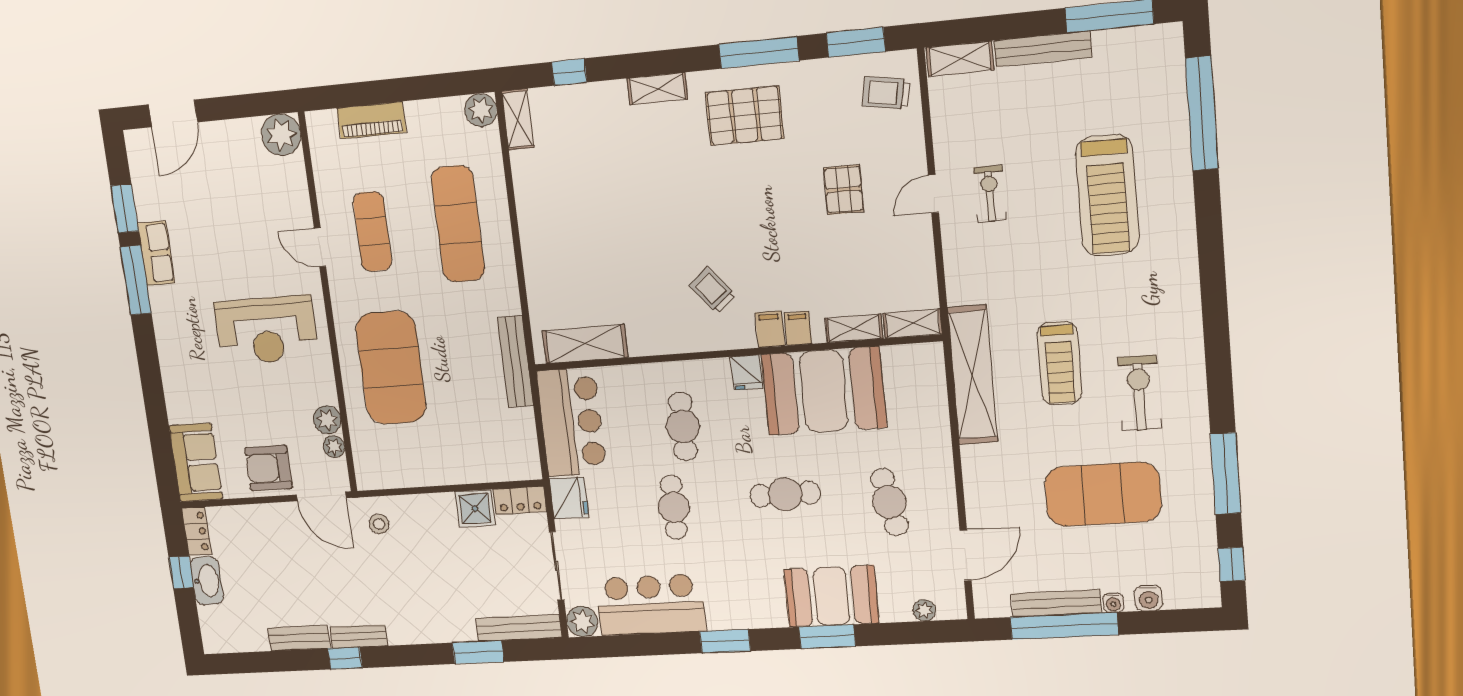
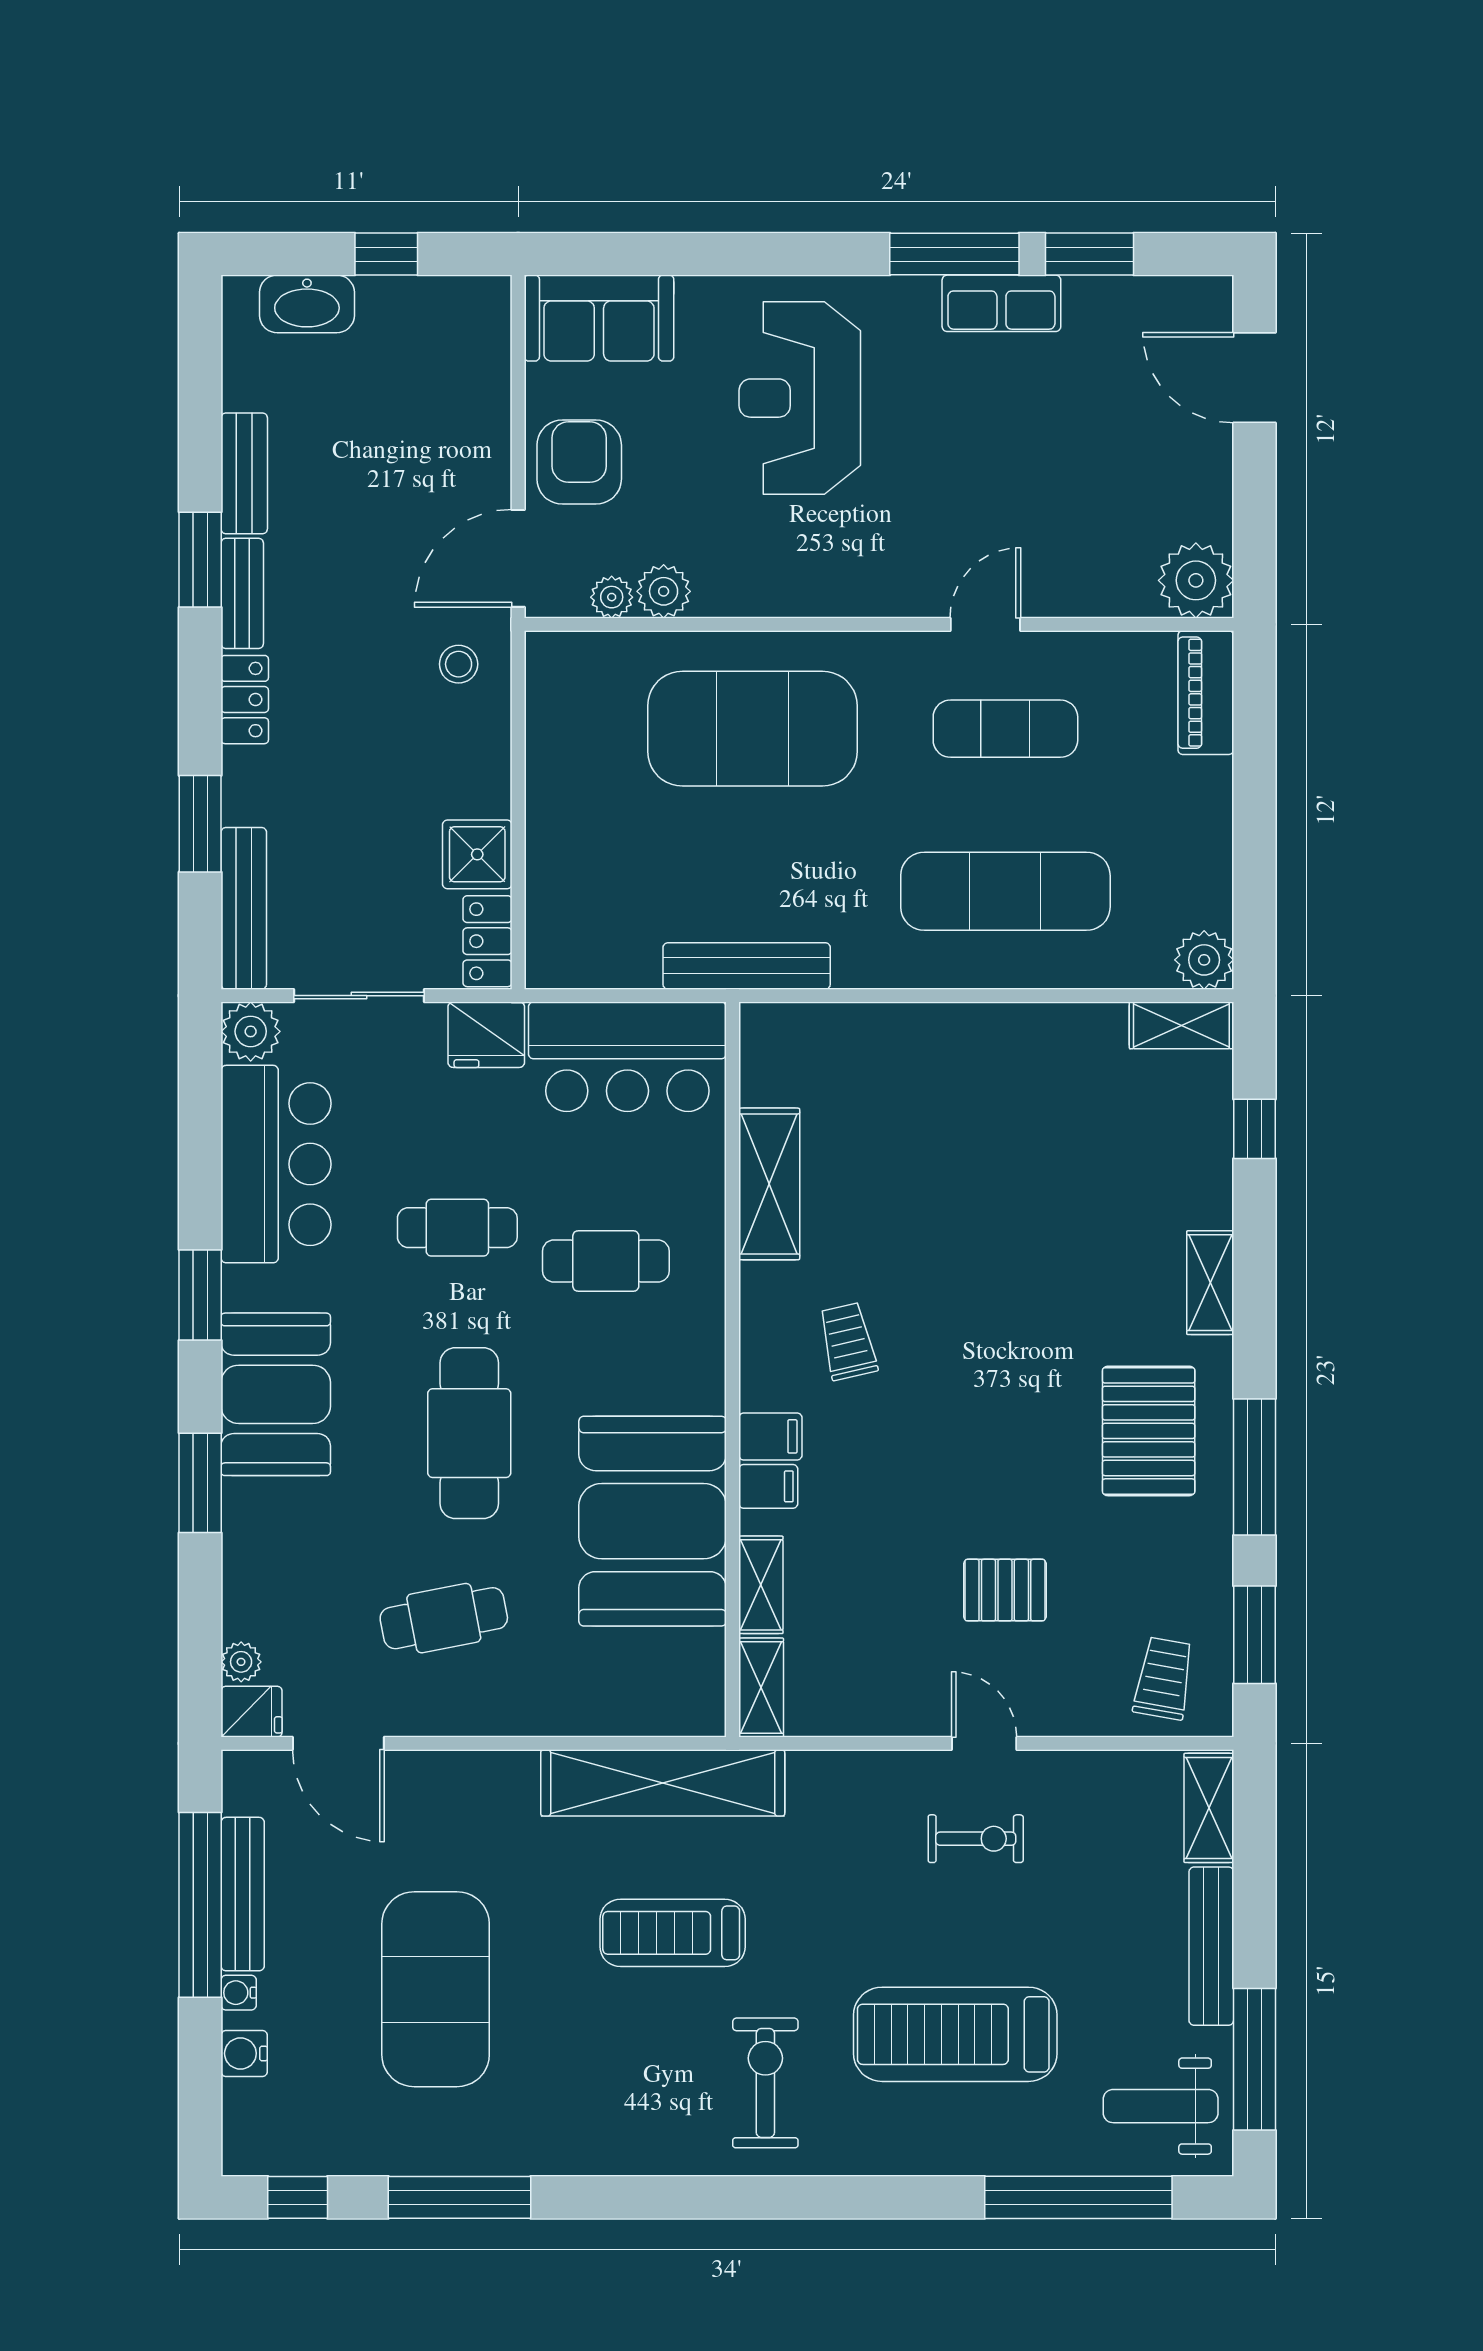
weight bench: (1142, 69) -> (1161, 2106), added
piano: (371, 120) -> (1206, 693), moved
trolley: (712, 290) -> (848, 1341), turned -63
reception desk: (266, 330) -> (800, 398), moved
shelving: (585, 344) -> (769, 1184), moved
fridge: (746, 373) -> (252, 1712), moved, turned 180
exercise bike: (1139, 393) -> (765, 2083), moved, turned -90
cafe table: (785, 494) -> (469, 1433), width x1.37, depth x1.35
locker: (197, 531) -> (245, 700), moved, turned -90
washbasin: (207, 581) -> (307, 304), moved
booth: (831, 596) -> (276, 1394), moved
window: (345, 658) -> (200, 560), width x1.50

